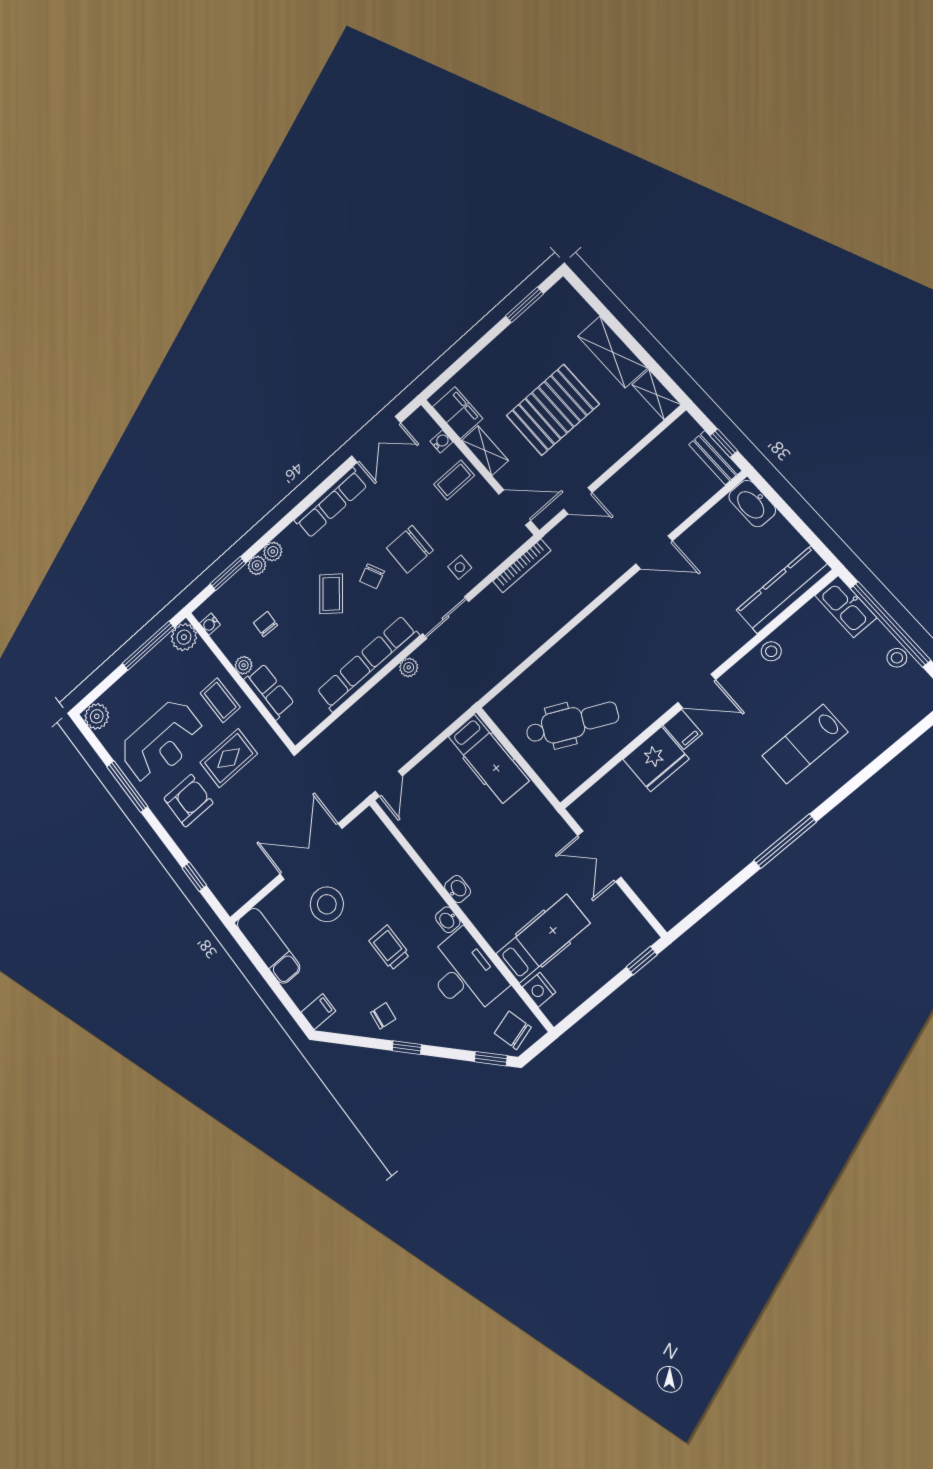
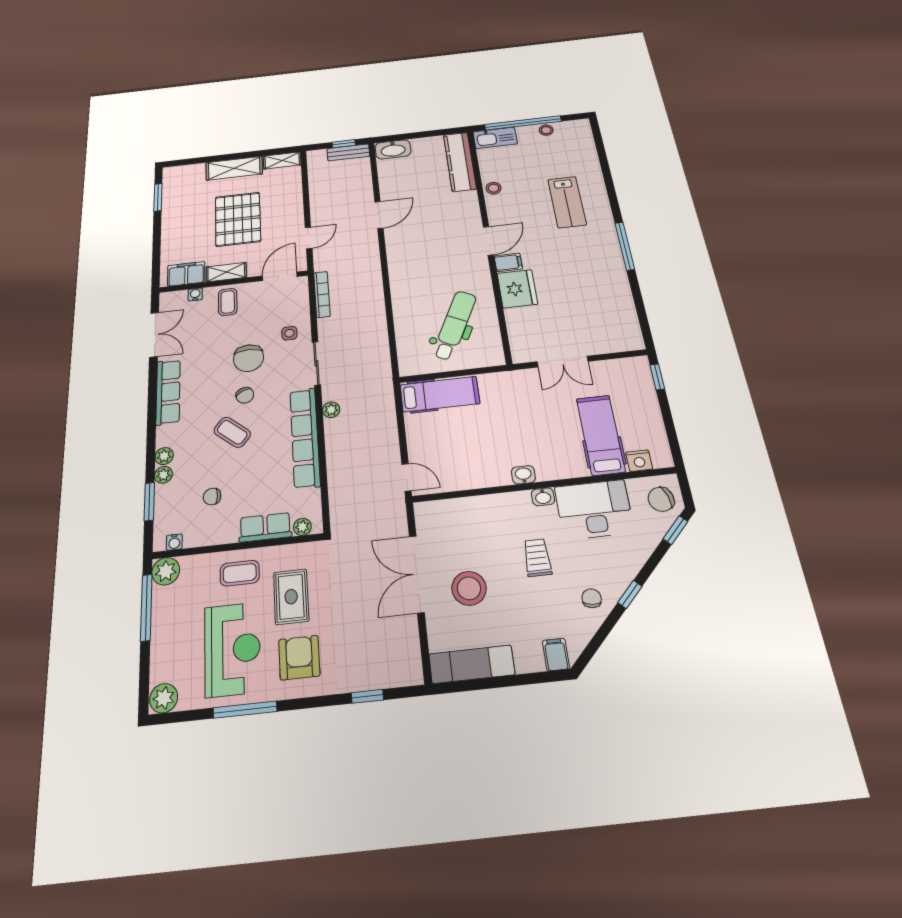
plant: (244, 665) -> (302, 527), moved
trolley: (389, 948) -> (537, 558), turned 90

